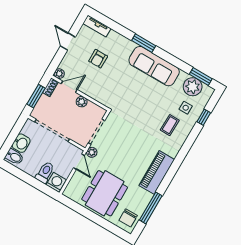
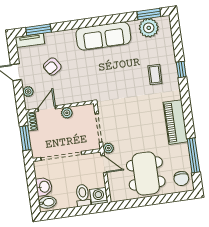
window: (144, 43) -> (38, 30), moved
armchair: (98, 59) -> (52, 67), turned 57
plant: (59, 74) -> (28, 92), moved
side table: (186, 108) -> (157, 50), removed
window: (204, 117) -> (181, 69), moved

